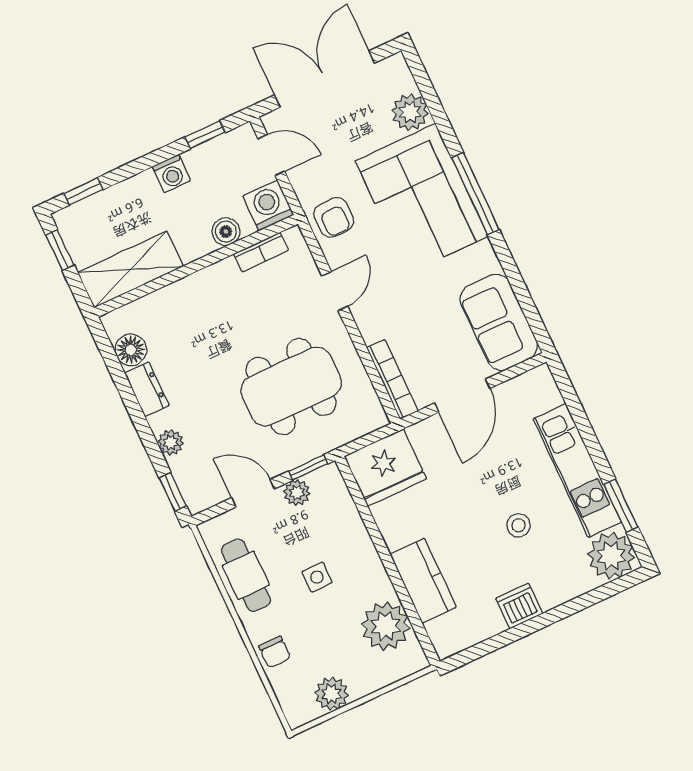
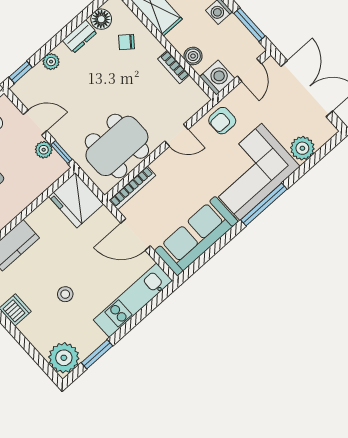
window: (205, 135) -> (249, 25), width x1.50
bookcase: (261, 252) -> (173, 67), moved
sofa: (499, 322) -> (196, 236), width x1.36
chair: (176, 323) -> (126, 42), added
dining table: (291, 387) -> (117, 146), moved, turned 90
kitchen unit: (577, 471) -> (133, 300), moved
door: (253, 493) -> (35, 123), hinge flipped

